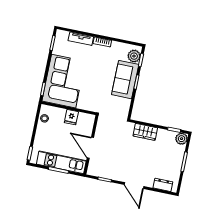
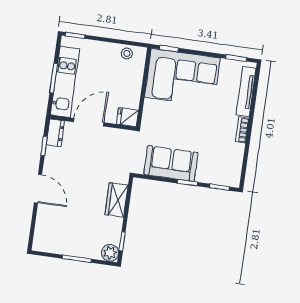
tv unit: (81, 39) -> (246, 92), width x1.41
plant: (134, 56) -> (225, 177), removed
sofa: (125, 80) -> (171, 163), moved
fridge: (71, 117) -> (128, 117), moved
dresser: (163, 185) -> (55, 133), moved
door: (134, 186) -> (38, 189), swing flipped

